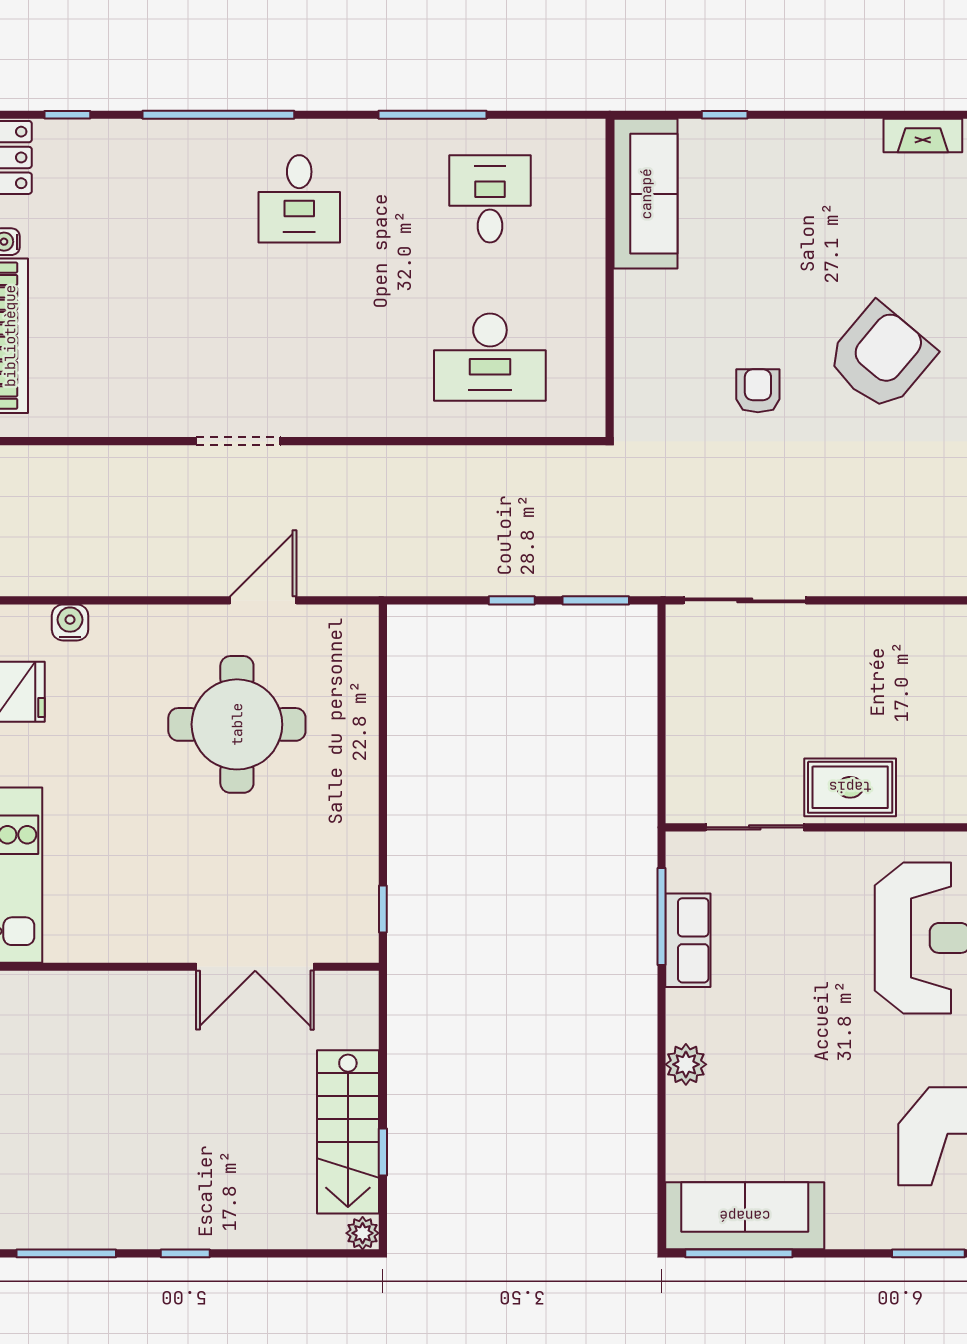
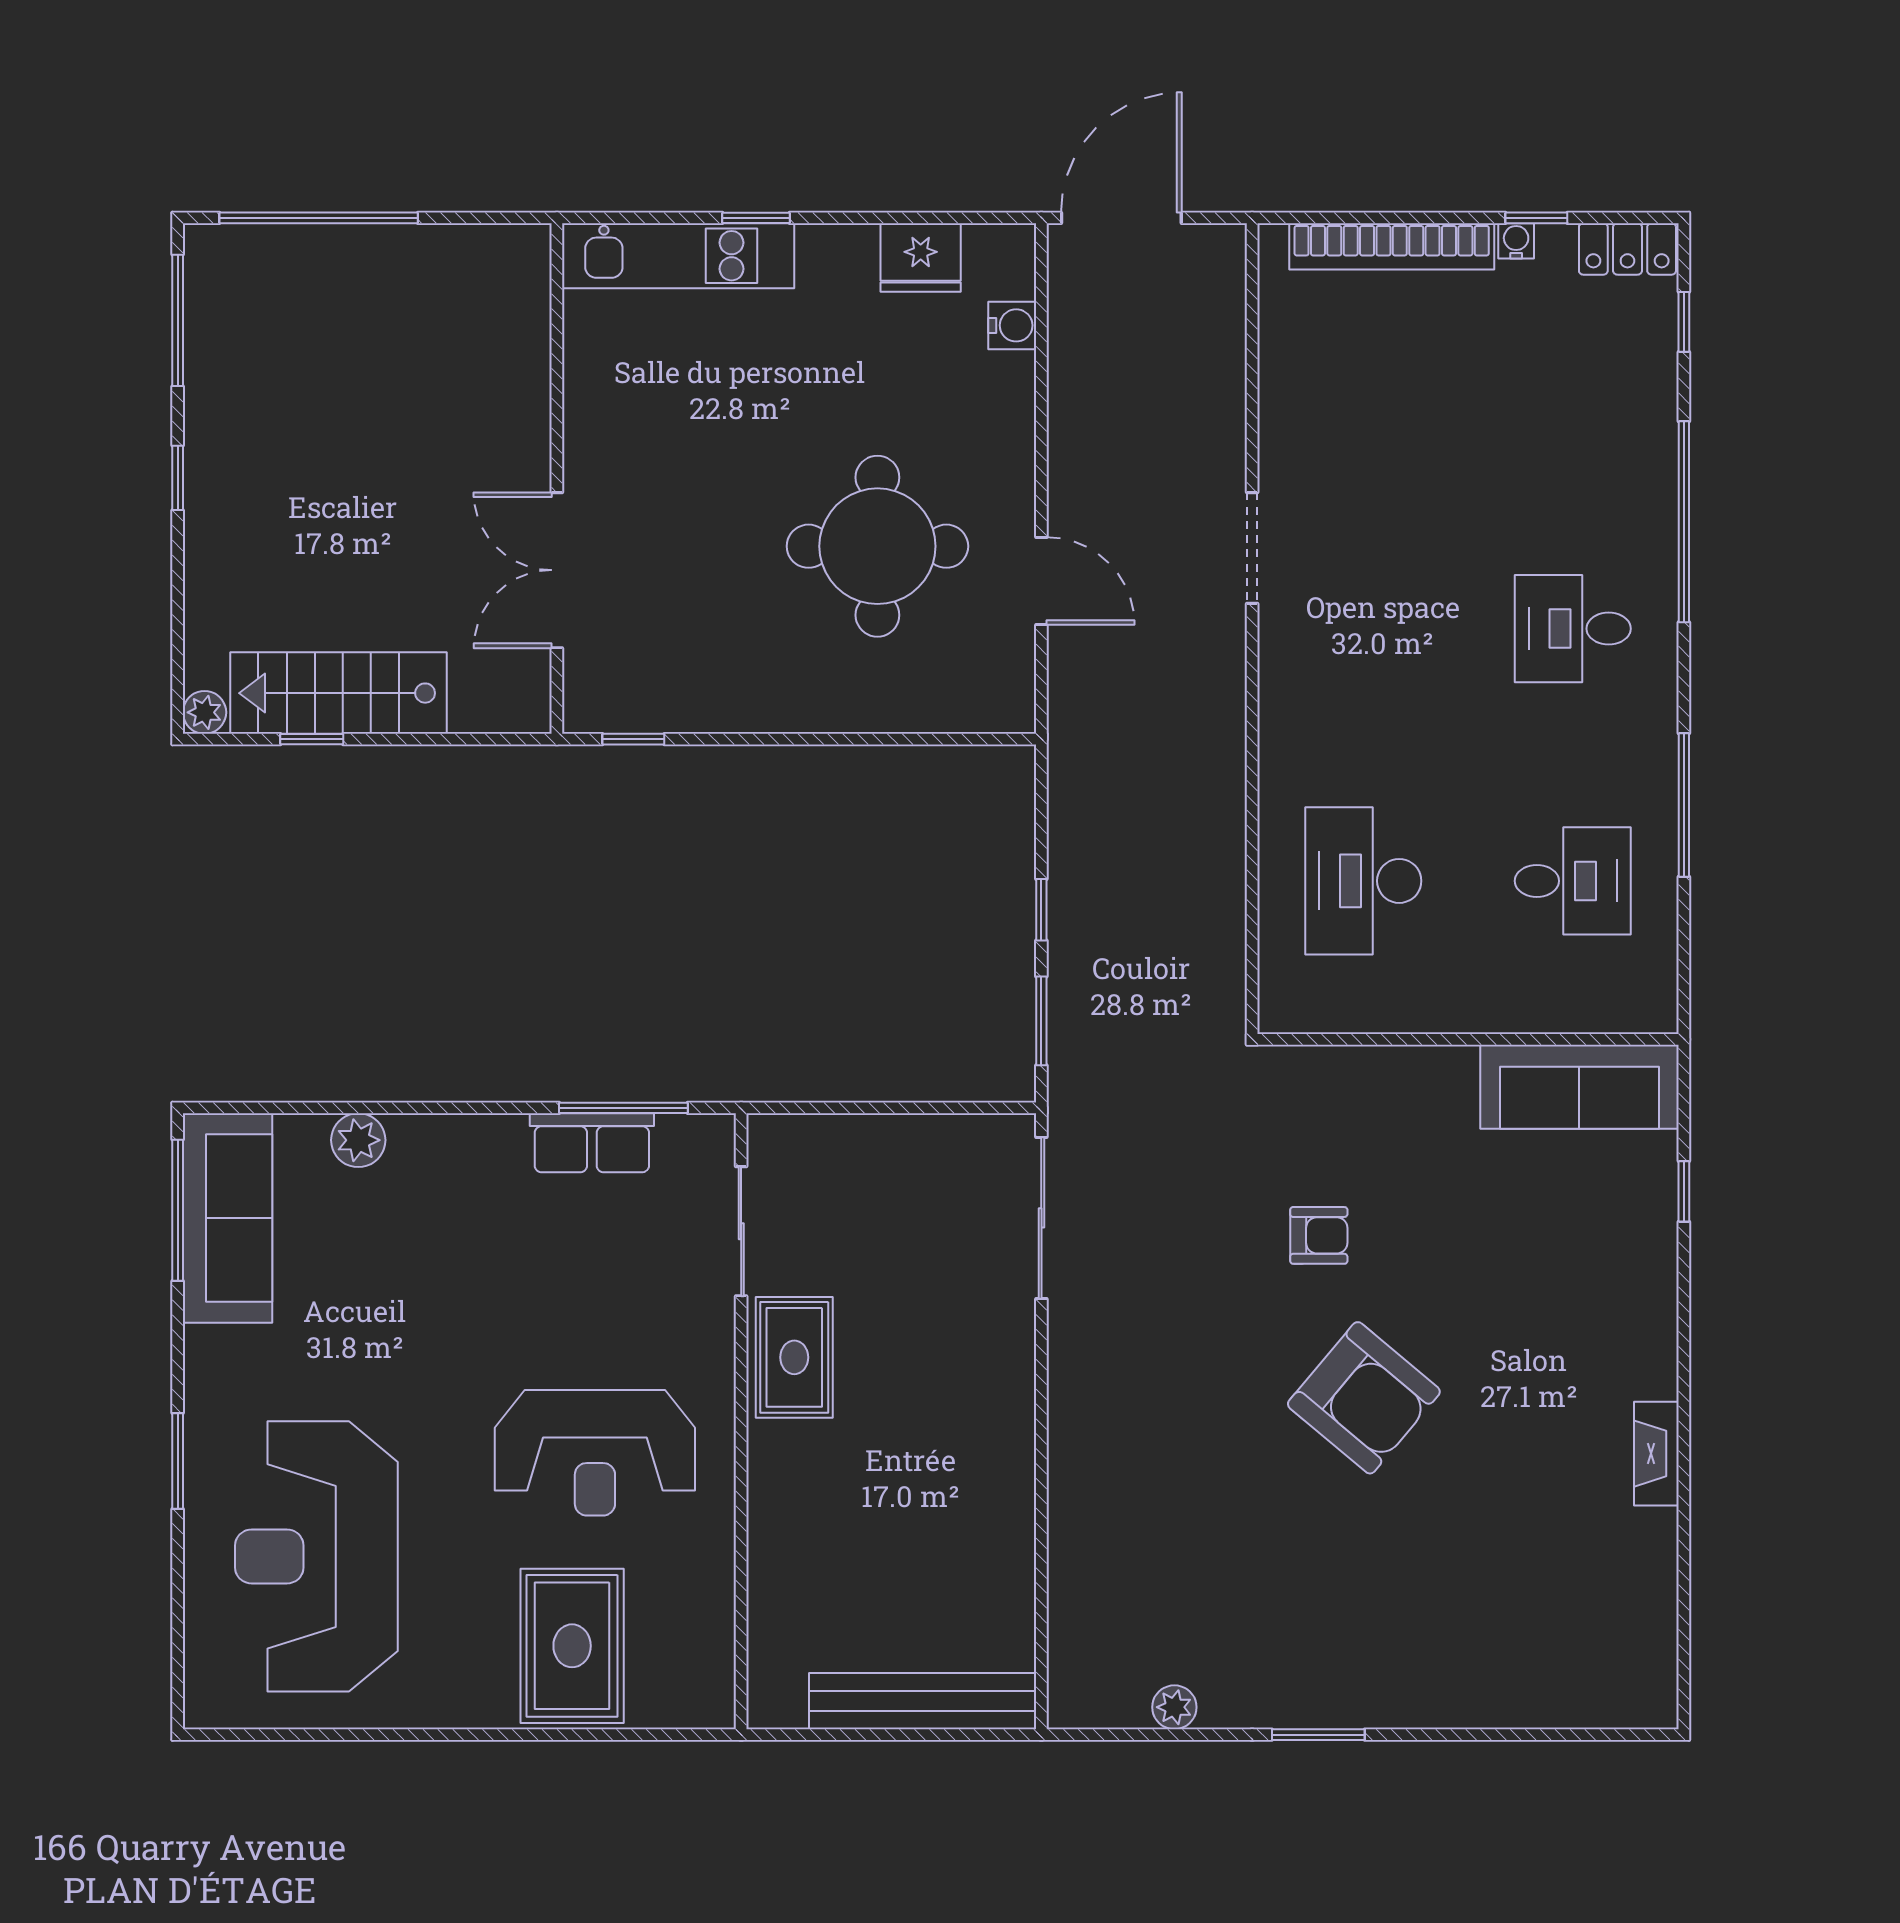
plant: (686, 1064) -> (358, 1140), moved

